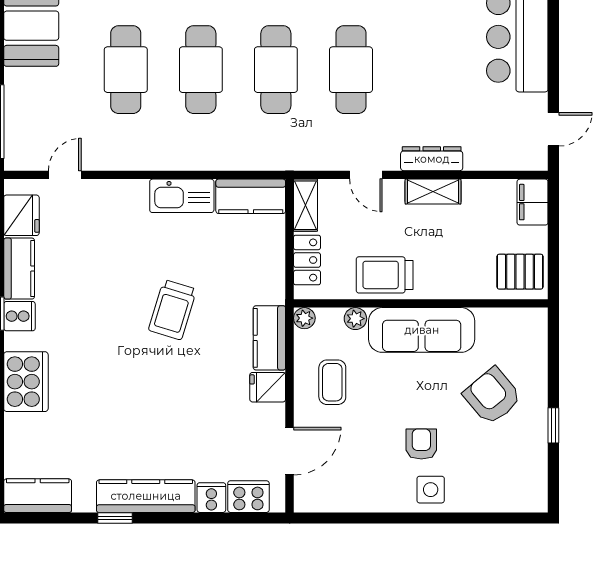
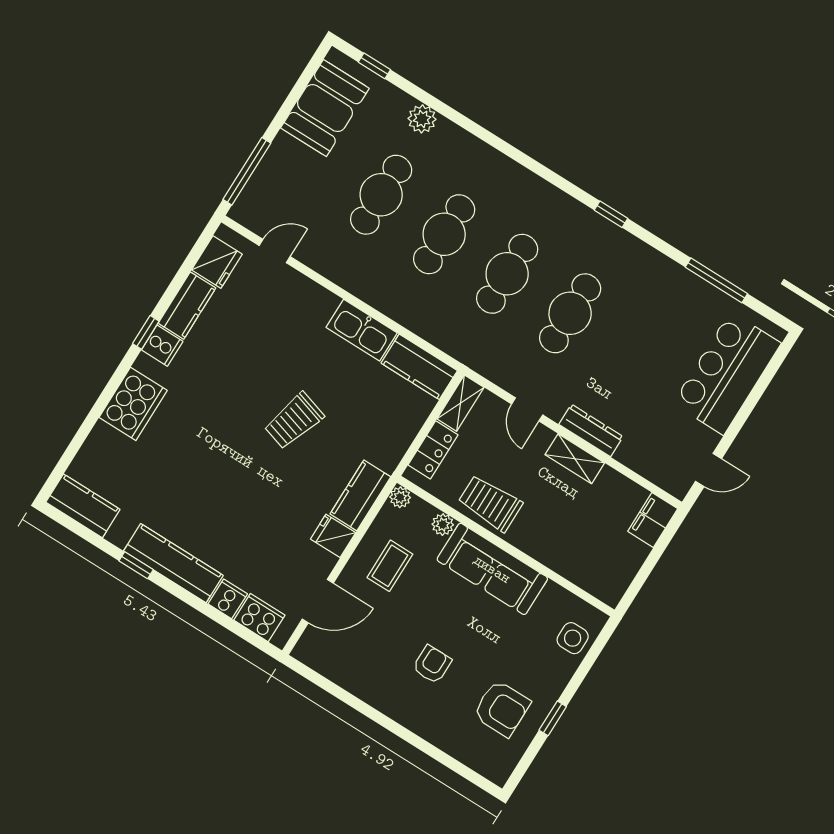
pallet: (520, 272) -> (606, 572), removed
armchair: (492, 396) -> (502, 708), moved, turned 130
side table: (431, 490) -> (573, 638), moved

